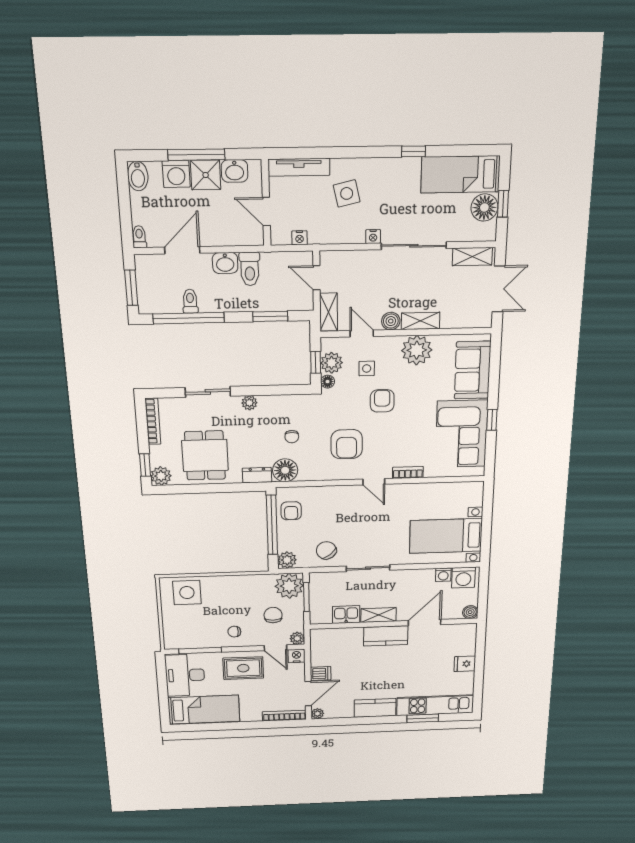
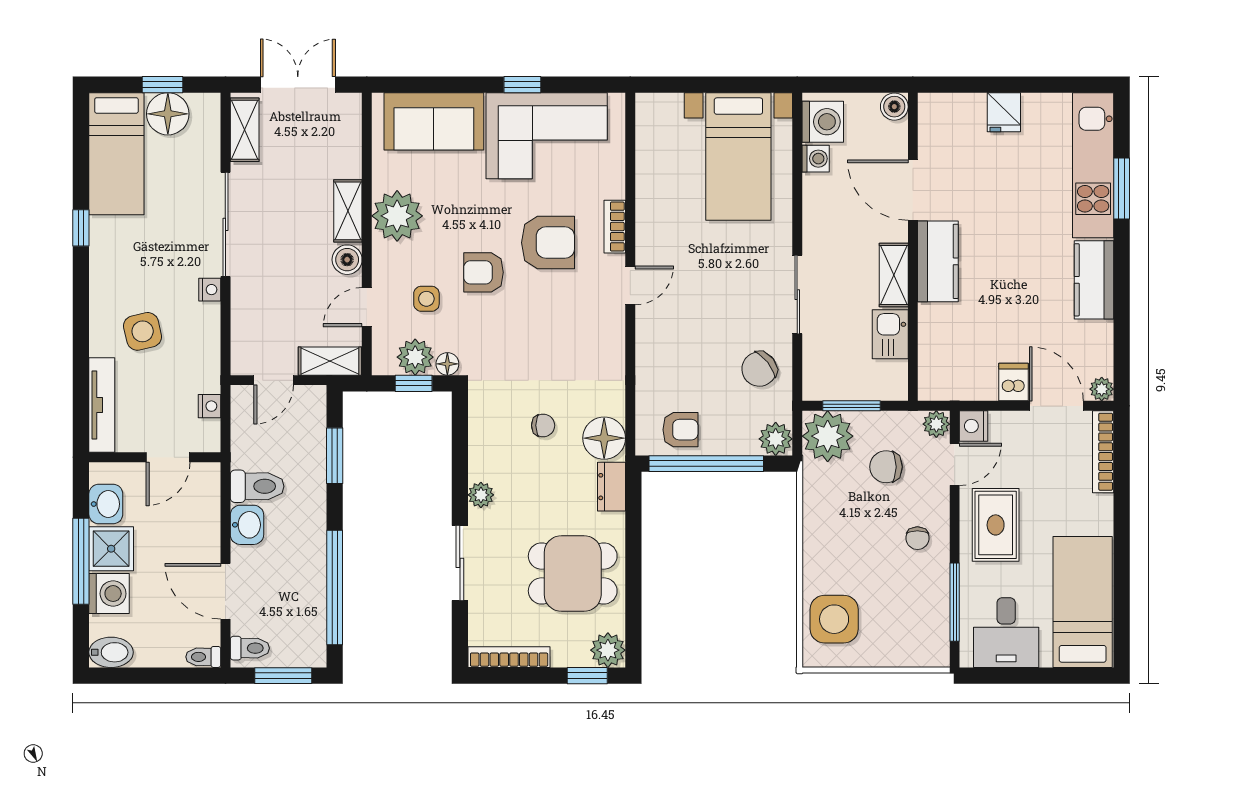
toilet: (190, 301) -> (250, 648), moved, turned 180
armchair: (347, 444) -> (548, 243), moved
desk: (185, 675) -> (1006, 633), width x0.73

